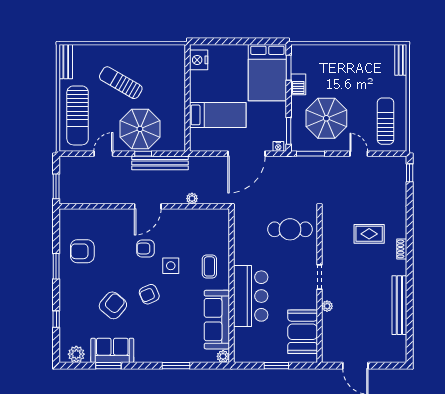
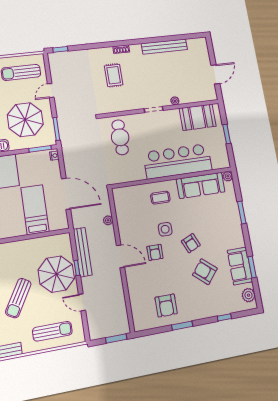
sun lounger: (78, 115) -> (52, 331), width x0.73, depth x0.75
door: (246, 154) -> (66, 194), moved
bar counter: (251, 296) -> (178, 161), width x1.36

